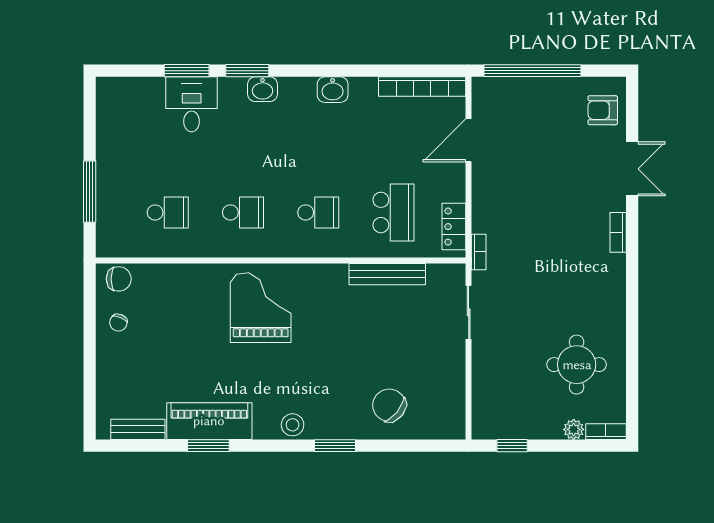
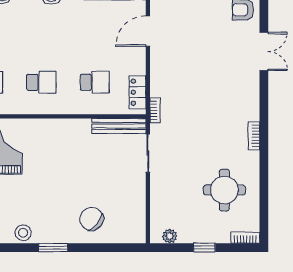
school desk: (394, 212) -> (95, 82), width x0.54
bookcase: (618, 232) -> (254, 136), moved
bench: (387, 274) -> (119, 126), moved
plant: (574, 429) -> (170, 236), moved
window: (512, 446) -> (204, 248), moved

